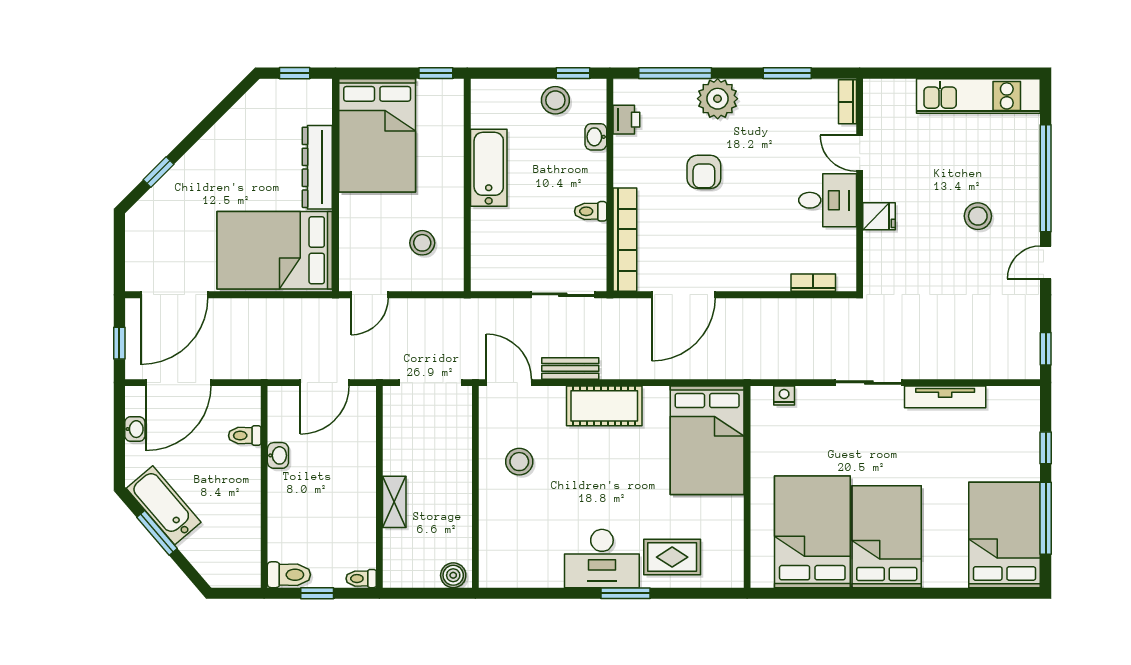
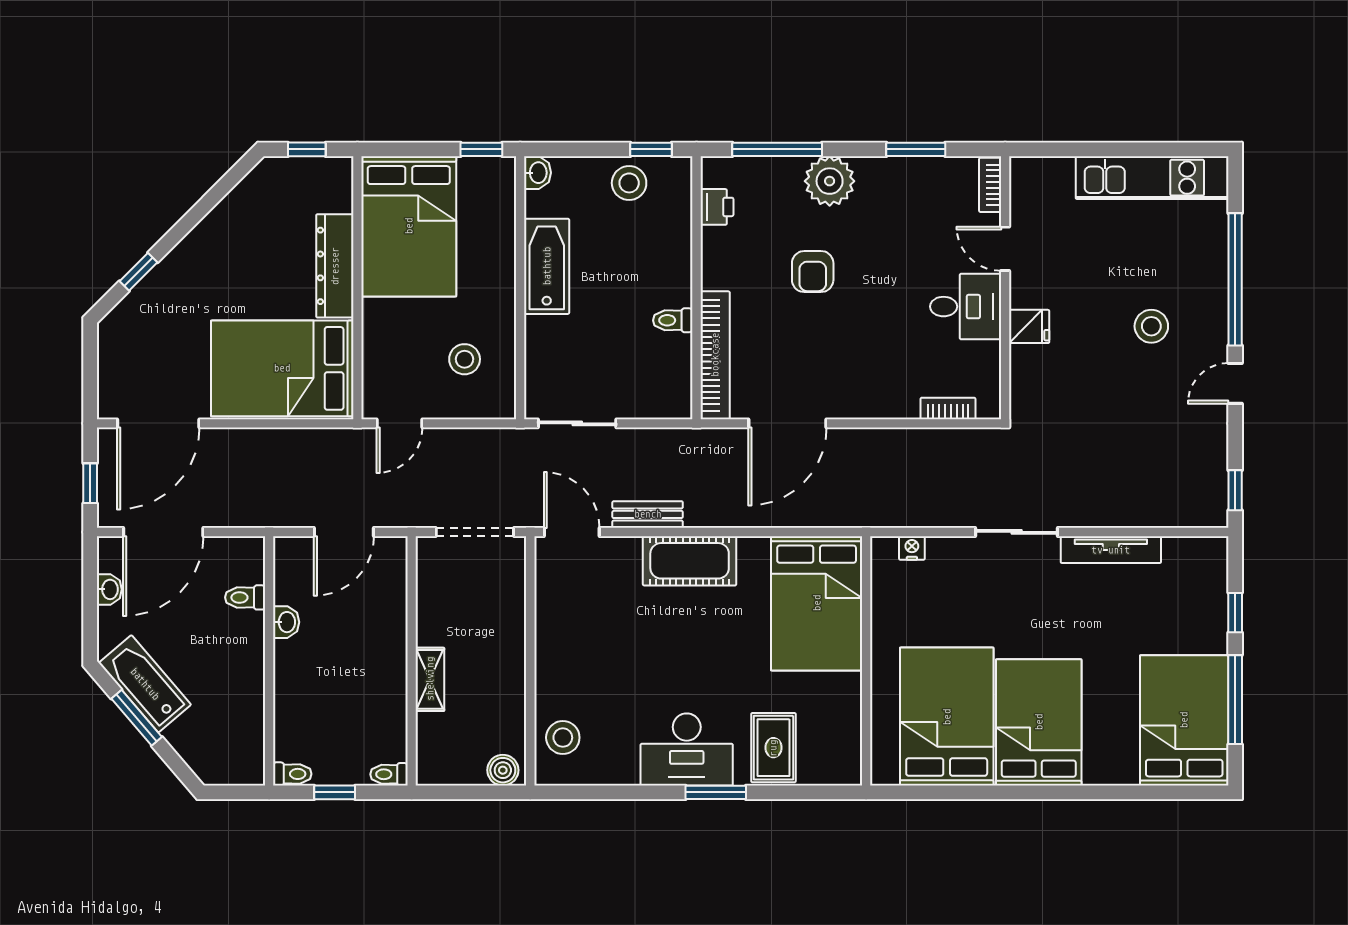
washbasin: (596, 137) -> (538, 173), moved, turned 180
sliding door: (563, 295) -> (577, 423), moved
stool: (519, 462) -> (563, 738), moved
rug: (672, 557) -> (773, 748), turned 90
toilet: (289, 575) -> (292, 774), width x0.73, depth x0.72

